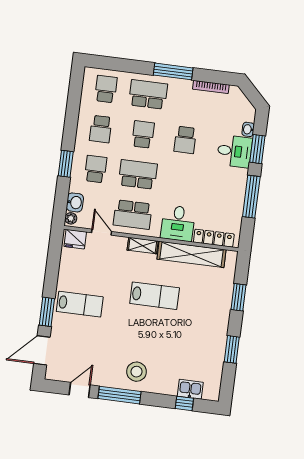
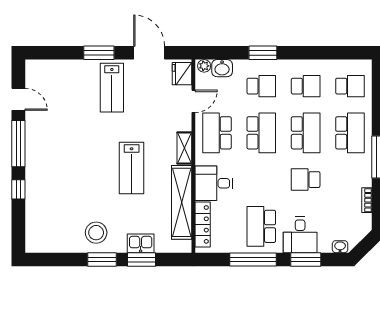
bookcase: (211, 87) -> (367, 200), width x0.64
school desk: (101, 129) -> (306, 86), turned 180
washbasin: (248, 129) -> (340, 247), moved
school desk: (143, 134) -> (306, 133), width x1.85
school desk: (222, 185) -> (261, 226), added
window: (232, 349) -> (102, 260), moved
door: (42, 350) -> (149, 53), moved
stool: (136, 372) -> (96, 233), moved
kitchen sink: (190, 389) -> (141, 243), moved, turned -90
window: (184, 403) -> (18, 189), moved

